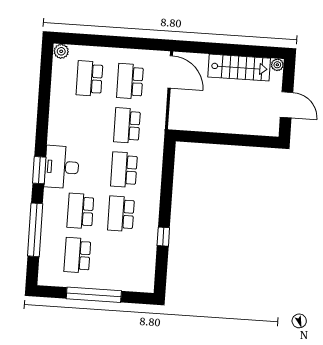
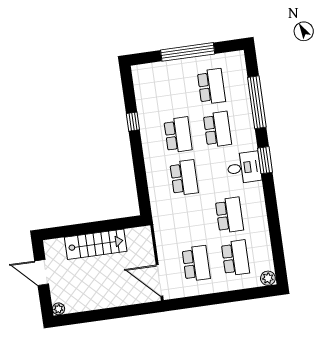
stairs: (239, 68) -> (96, 244), moved, turned 180
school desk: (127, 125) -> (229, 215), moved
desk: (62, 167) -> (244, 168), width x0.73

